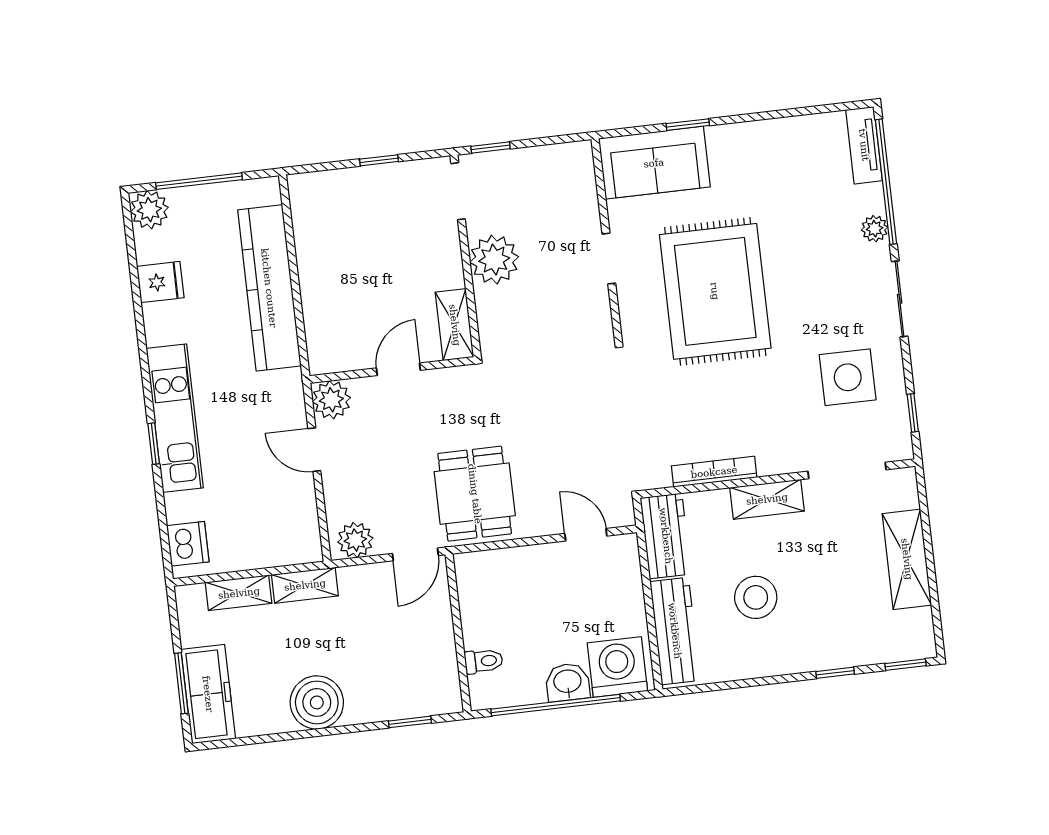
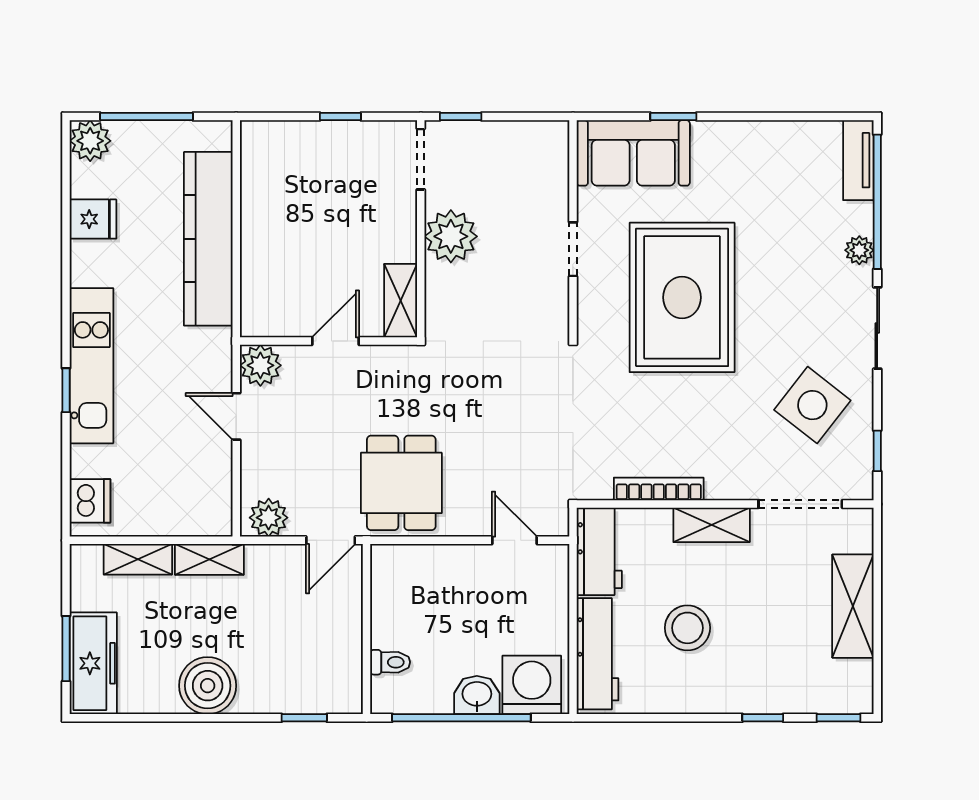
side table: (848, 377) -> (812, 405), turned 38

